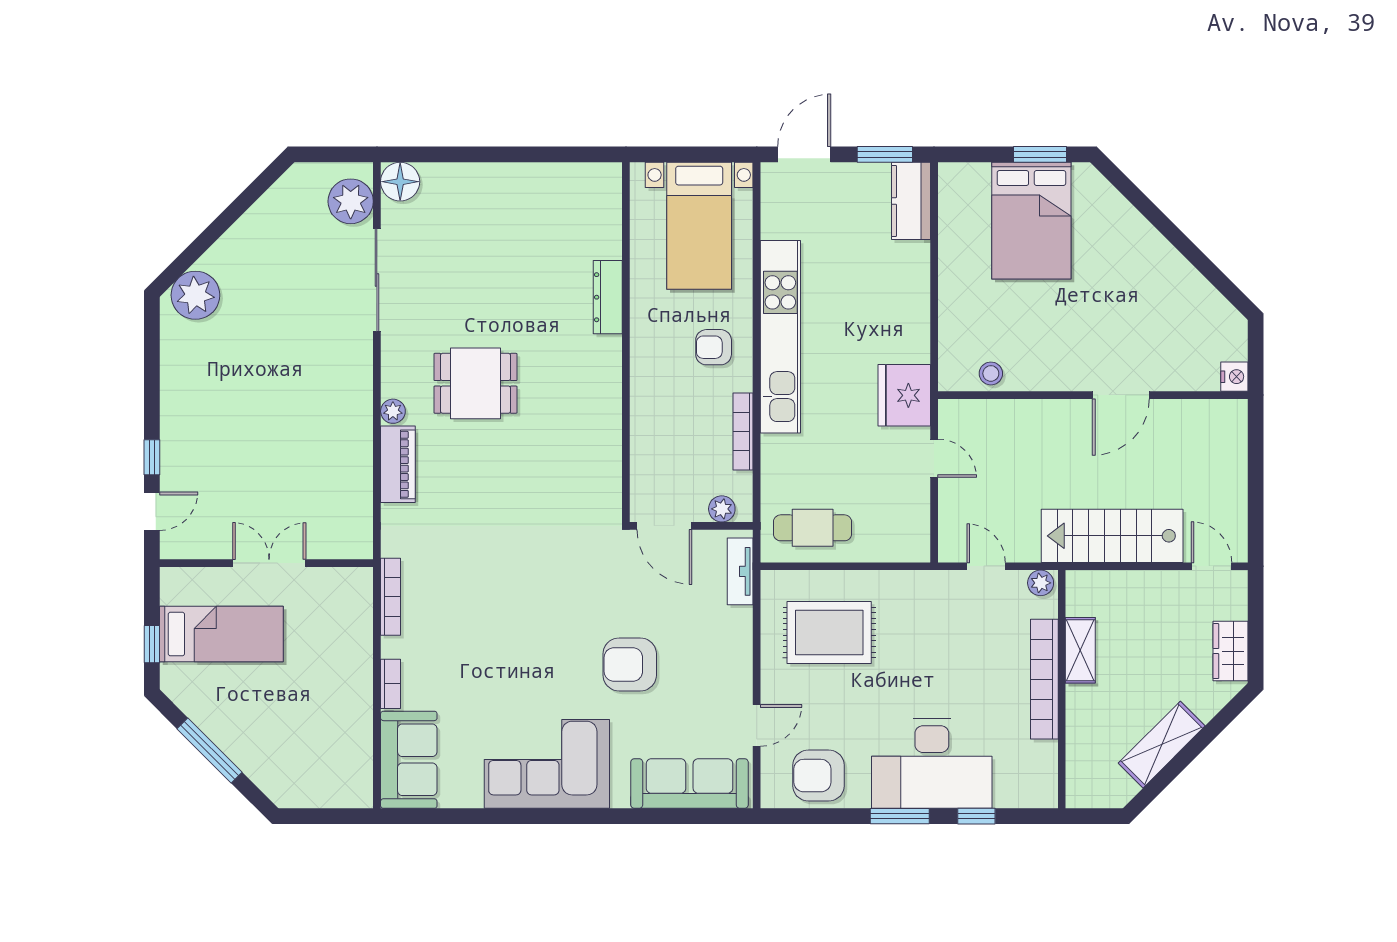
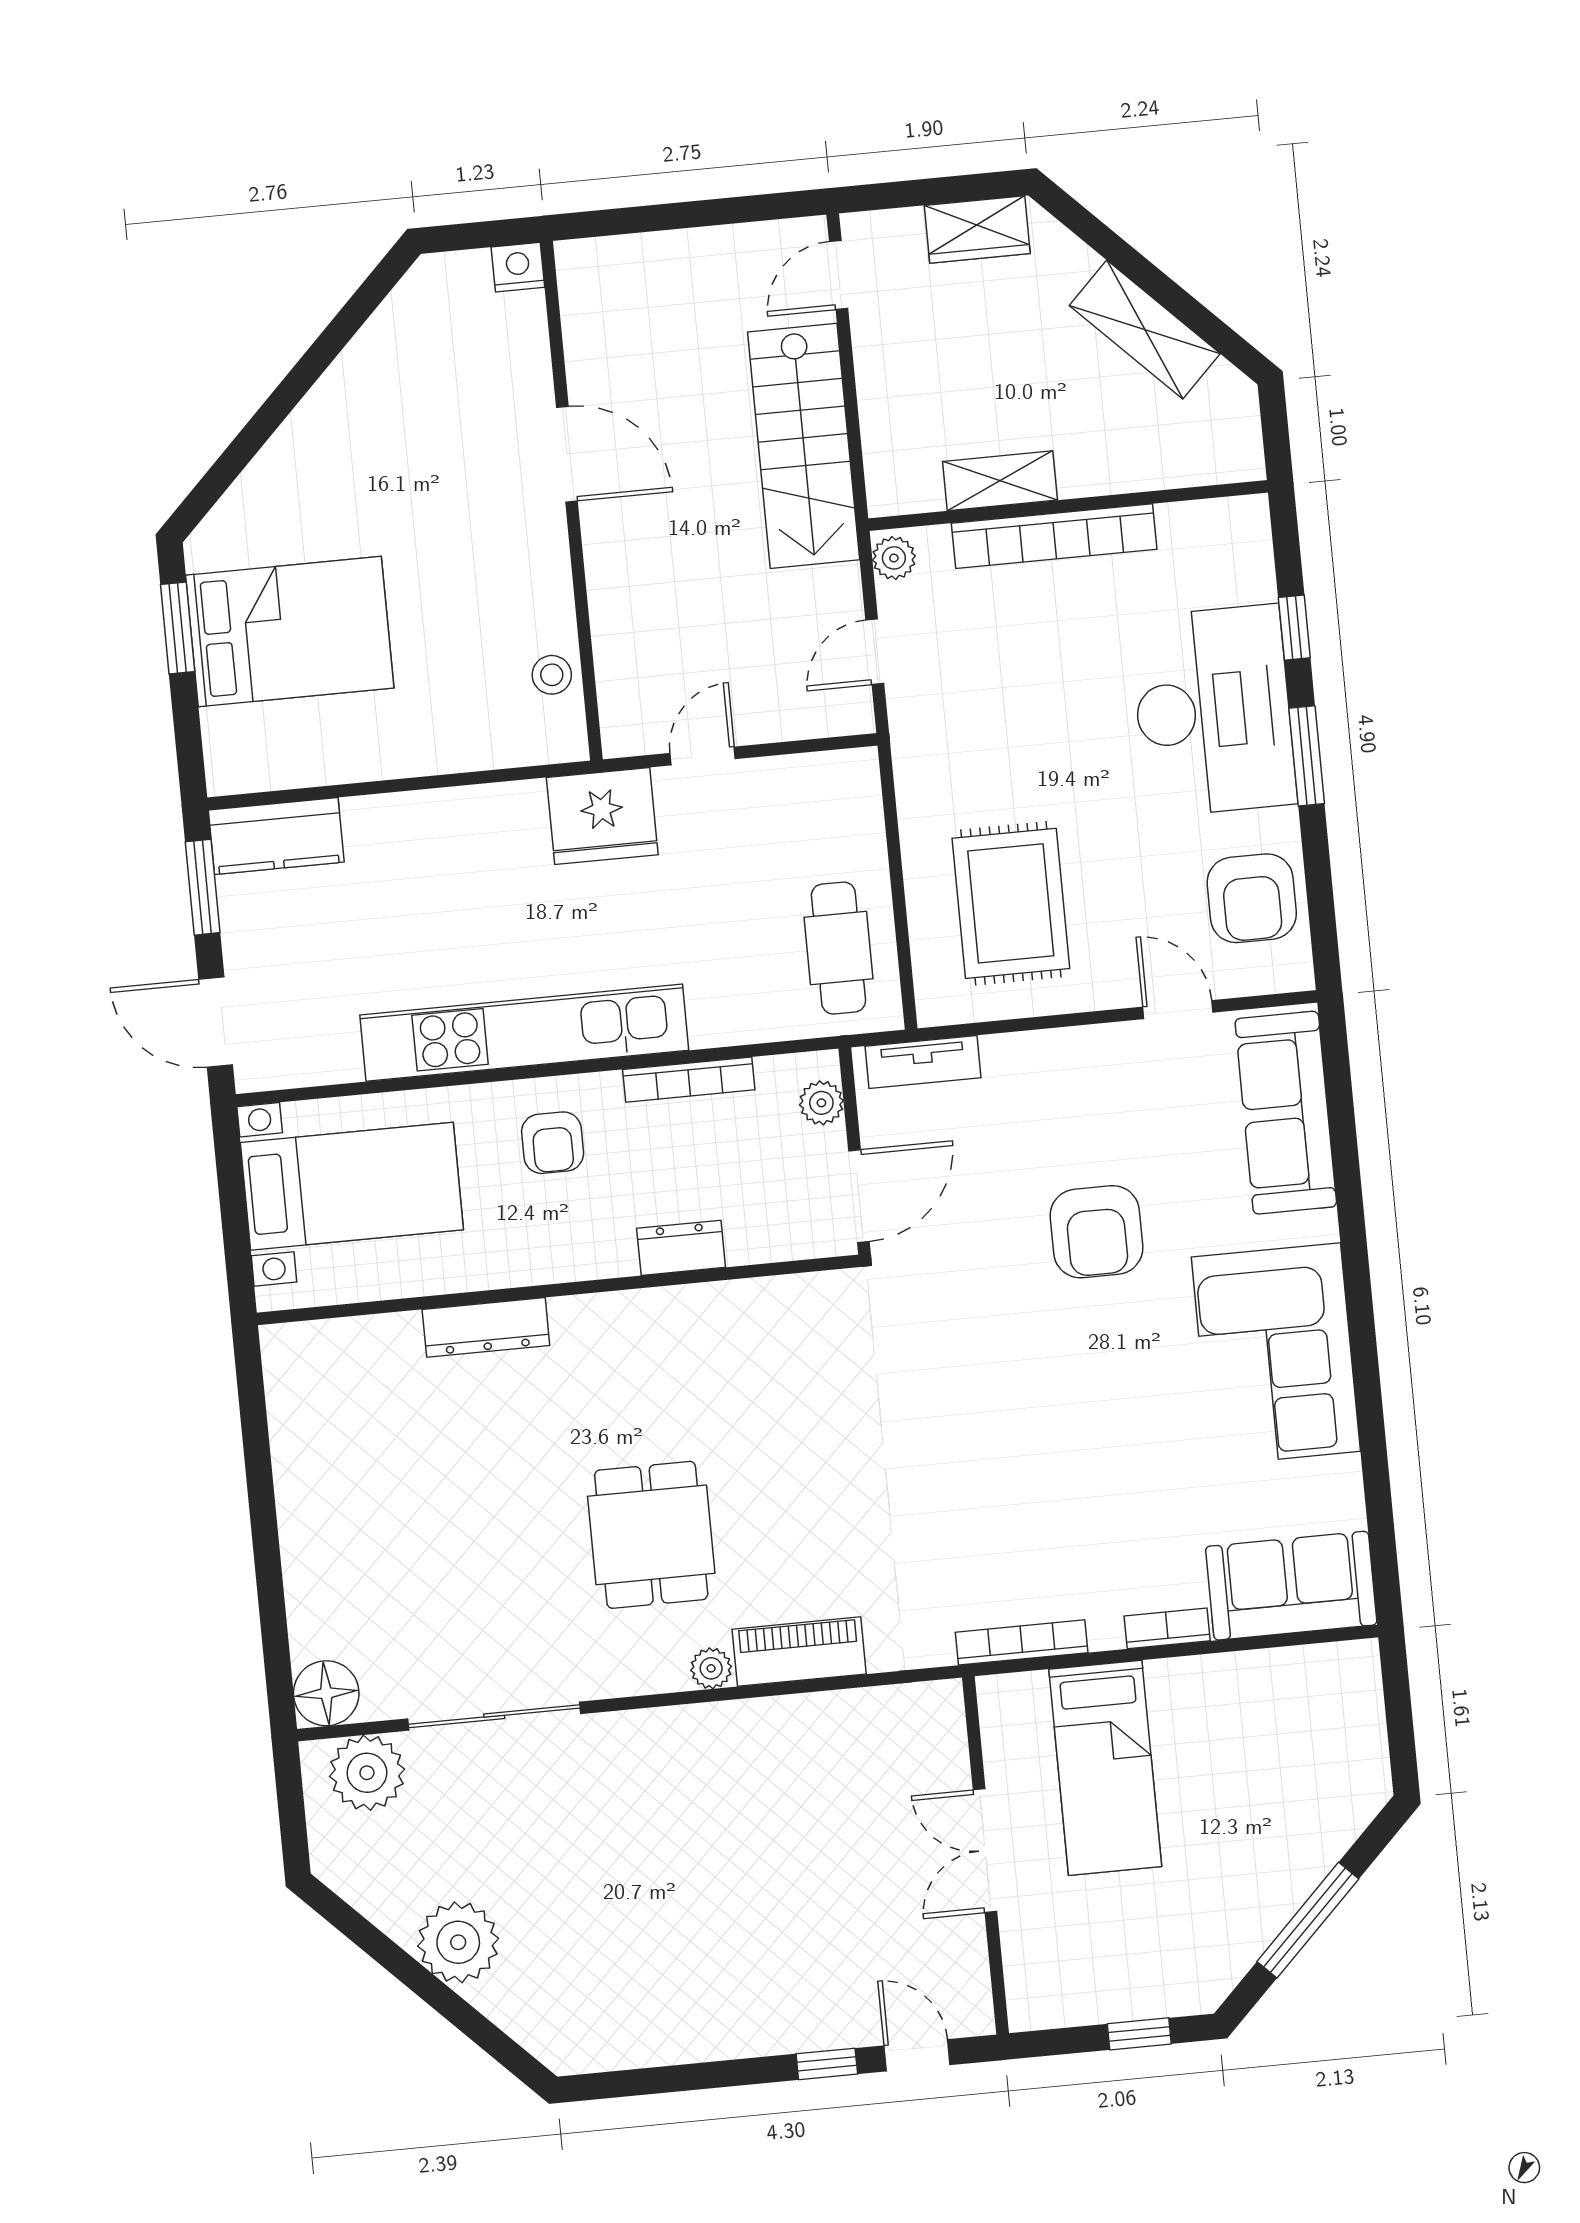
plant: (195, 295) -> (458, 1942), moved
dresser: (644, 417) -> (681, 1248), added
bed: (221, 634) -> (1105, 1768), moved, turned 180

